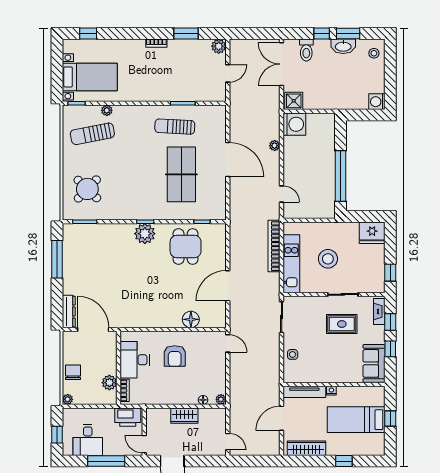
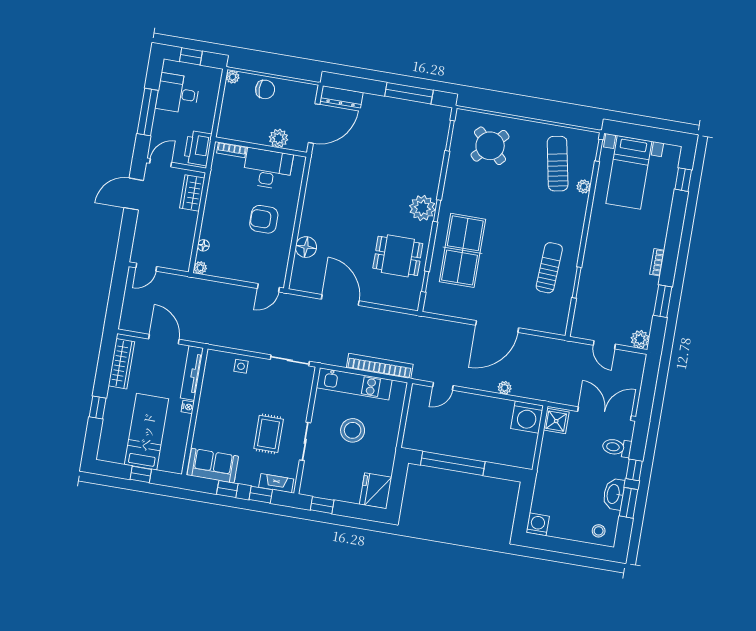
table tennis table: (181, 174) -> (462, 250), moved, turned 90
plant: (109, 383) -> (278, 138), moved
wardrobe: (184, 416) -> (192, 193), moved

